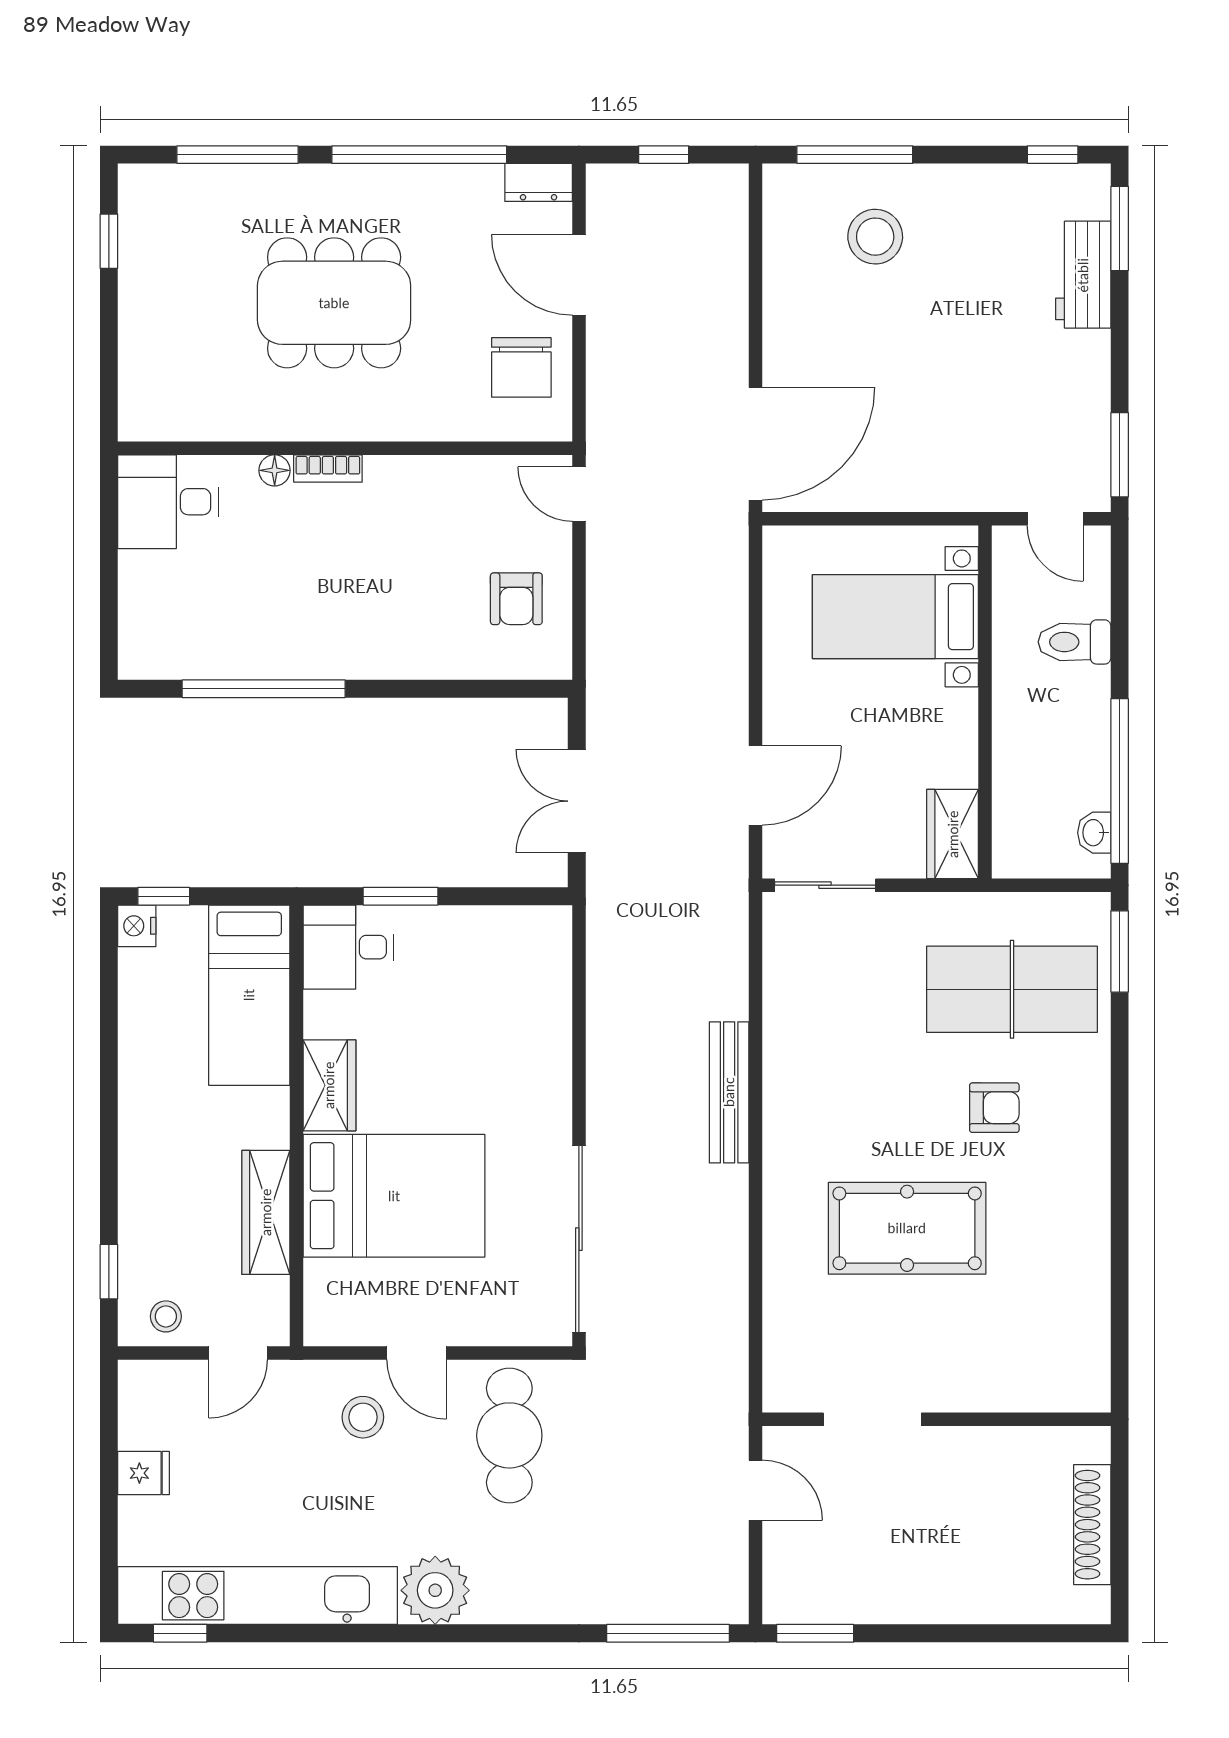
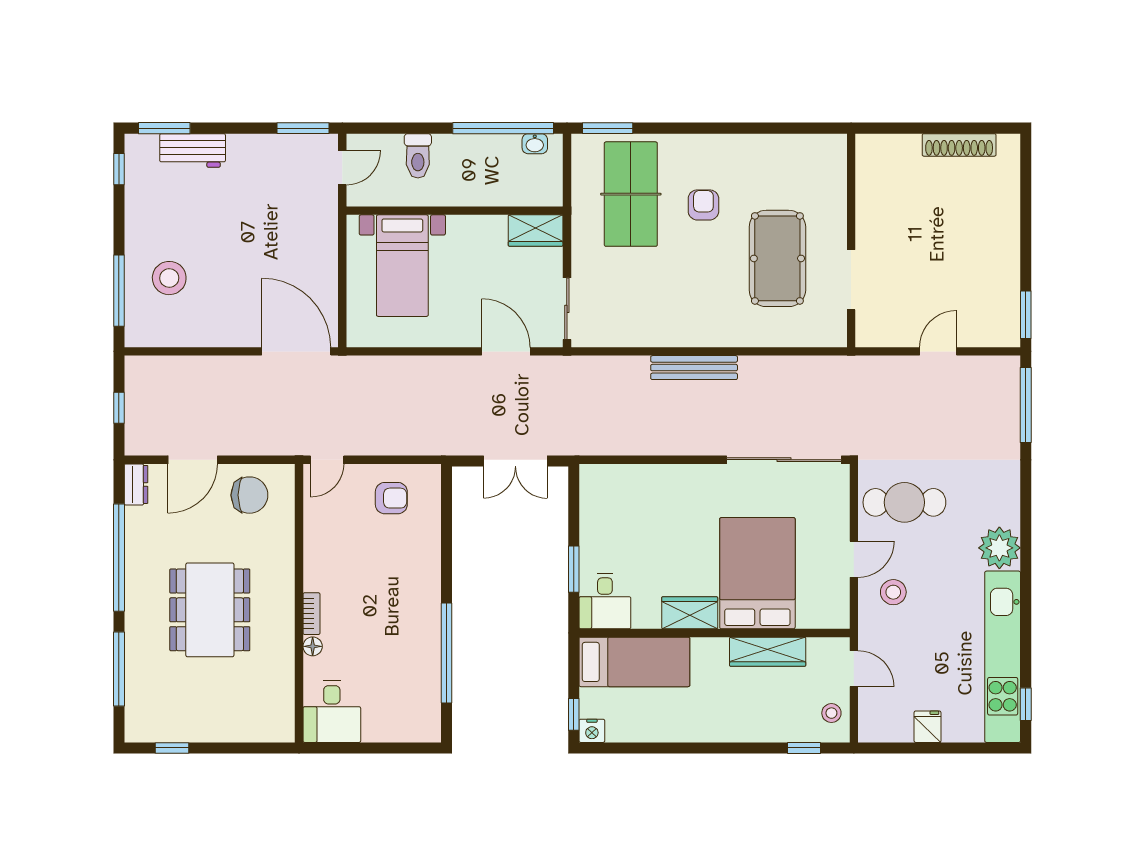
doorway: (872, 1419) -> (851, 280), moved
wall: (936, 1419) -> (851, 240), moved

